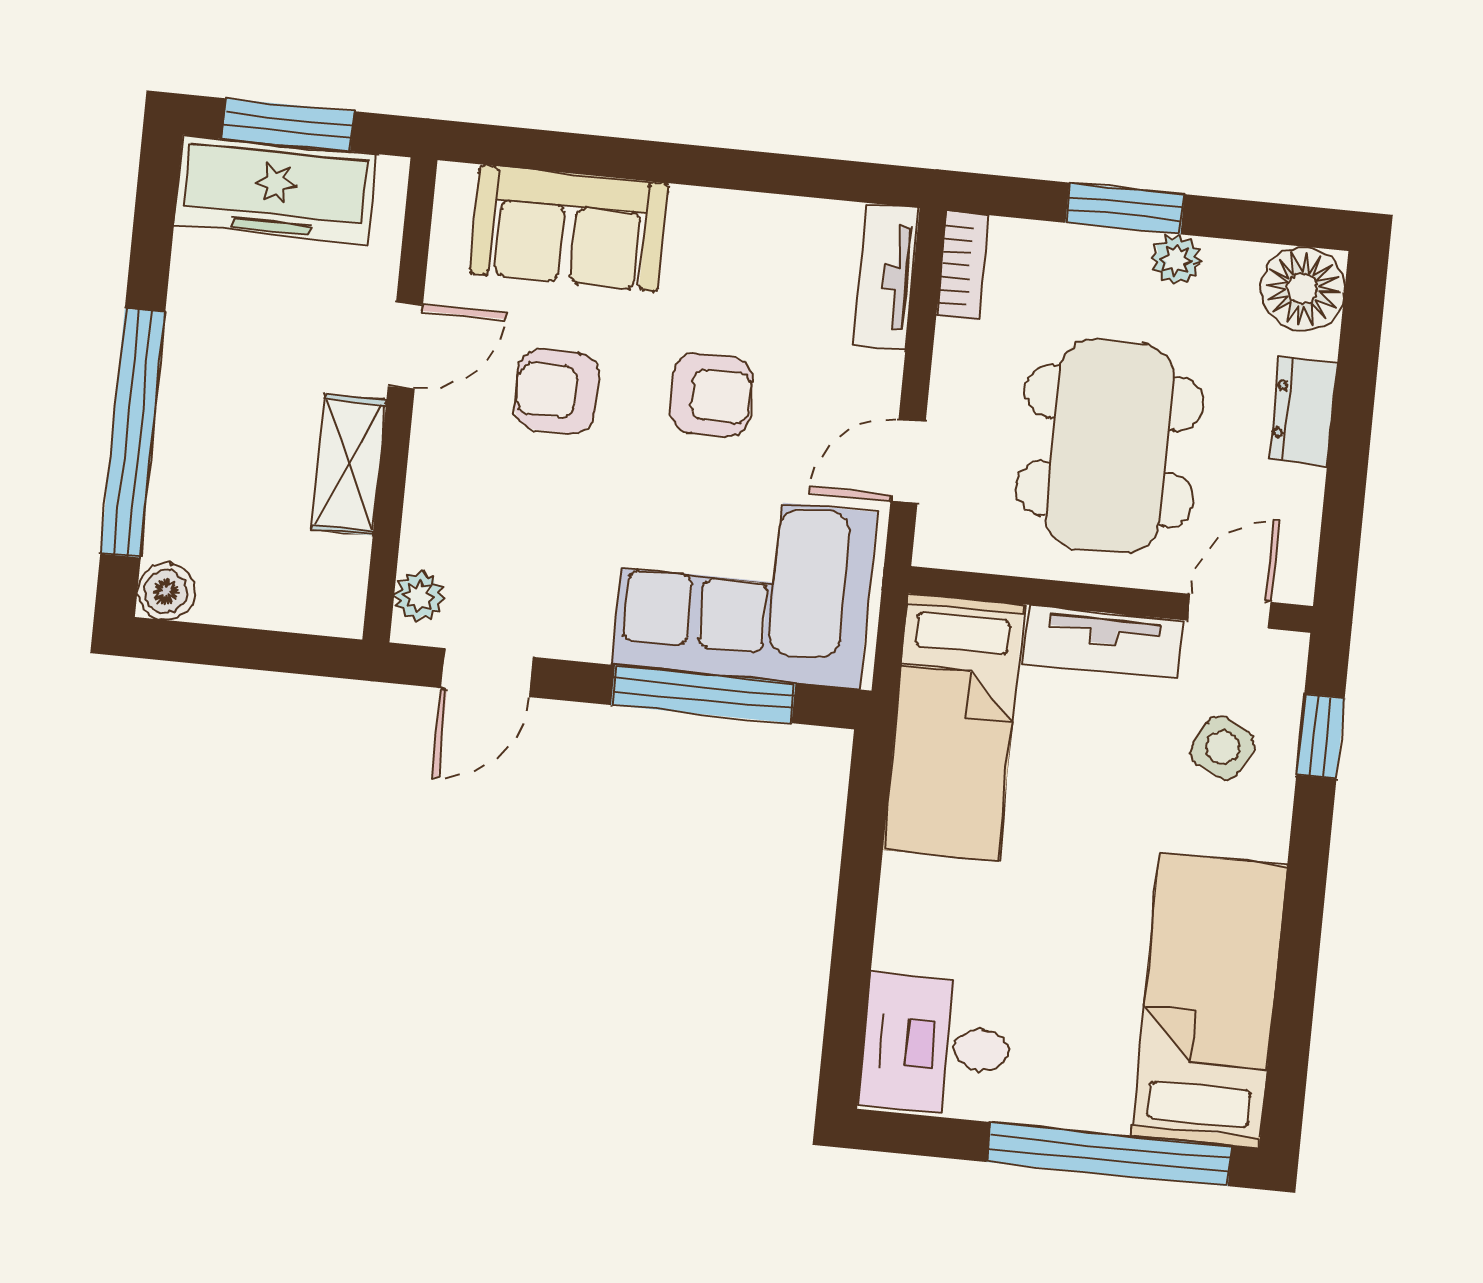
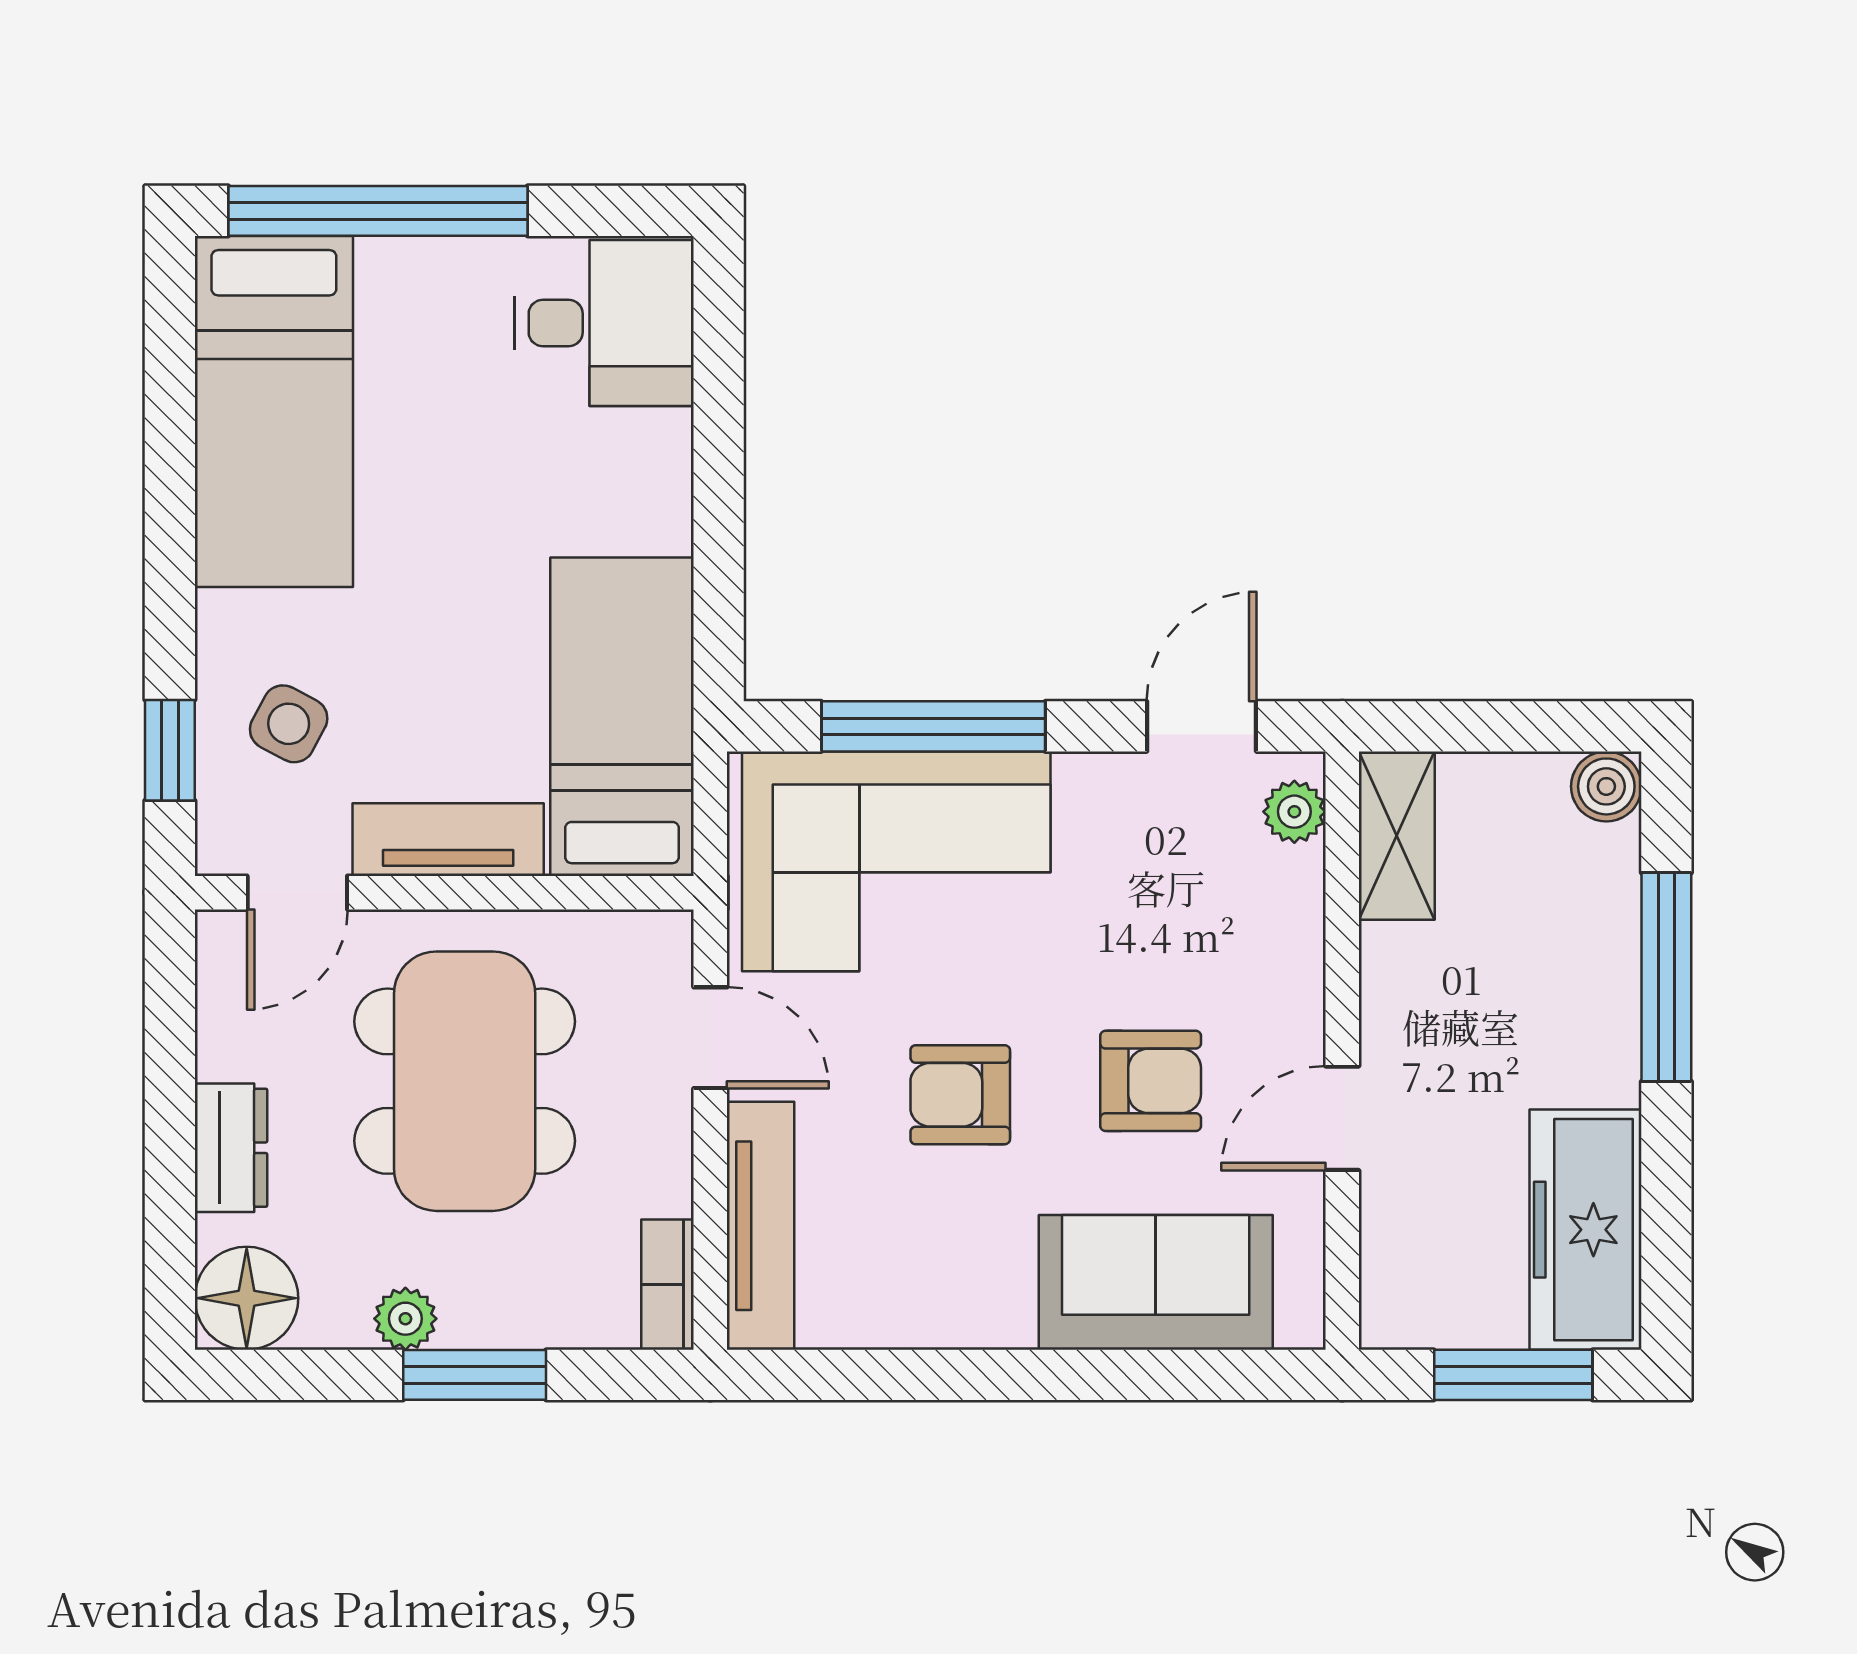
freezer: (275, 189) -> (1586, 1230), moved, turned -90
tv unit: (886, 277) -> (761, 1226), width x1.41
window: (133, 433) -> (1666, 977), width x0.68
door: (908, 461) -> (710, 1038), hinge flipped
shelving: (349, 465) -> (1397, 836), moved

